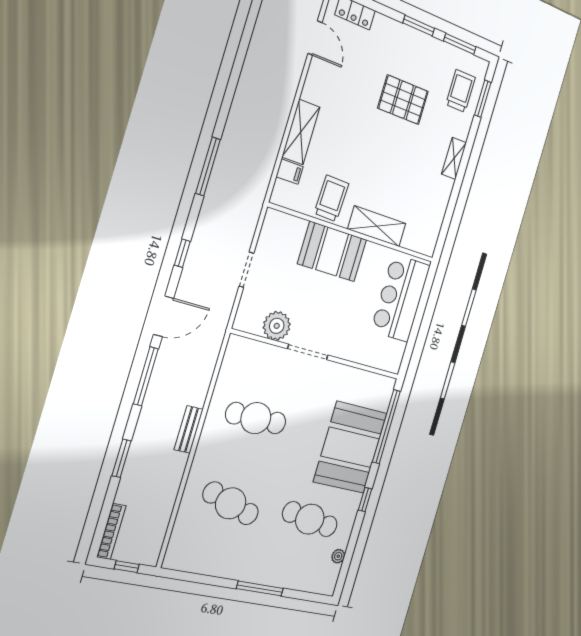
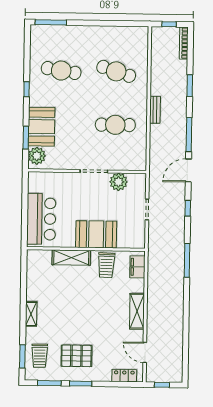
pallet: (403, 100) -> (76, 356), moved
shelving: (301, 132) -> (137, 311), moved
filing cabinet: (290, 172) -> (137, 267), width x2.00
window: (386, 427) -> (26, 138), width x0.47
booth: (350, 447) -> (42, 127), width x0.73, depth x0.70
plant: (338, 556) -> (37, 156), moved, width x1.88, depth x1.88
window: (260, 588) -> (51, 22), moved

